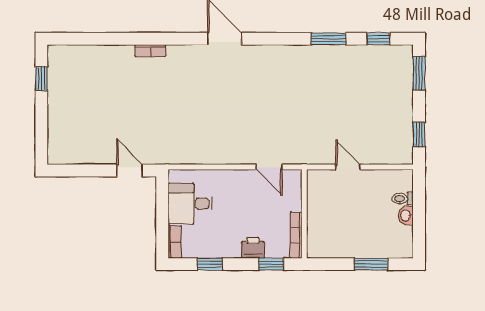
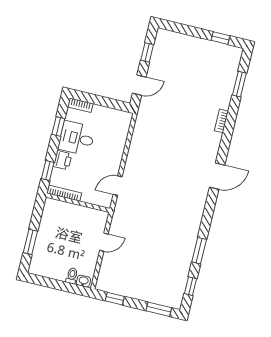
window: (96, 39) -> (239, 84), added
window: (84, 171) -> (147, 52), added
desk: (190, 204) -> (77, 138), moved, turned -90
washbasin: (406, 216) -> (83, 281), moved

